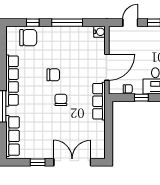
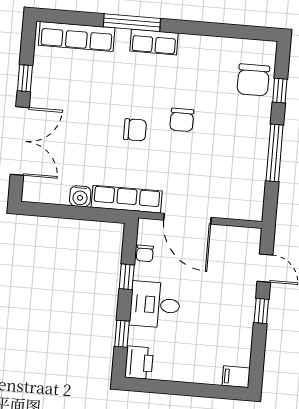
water cooler: (100, 32) -> (80, 196), moved
row of seats: (12, 81) -> (154, 42), width x0.50

